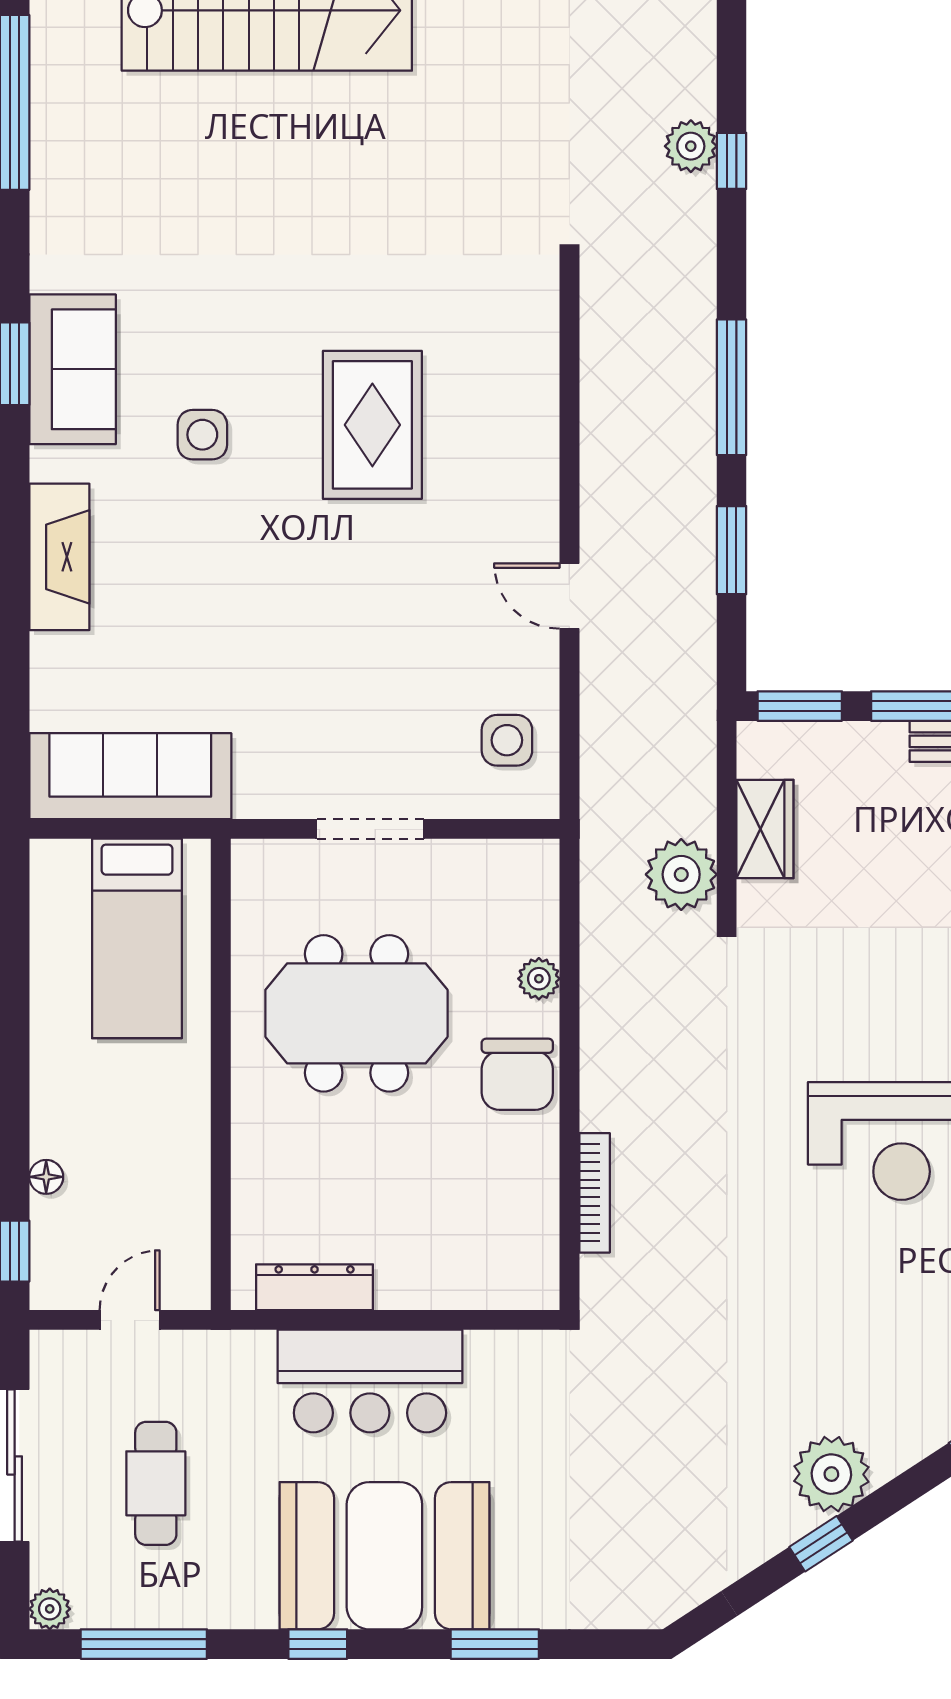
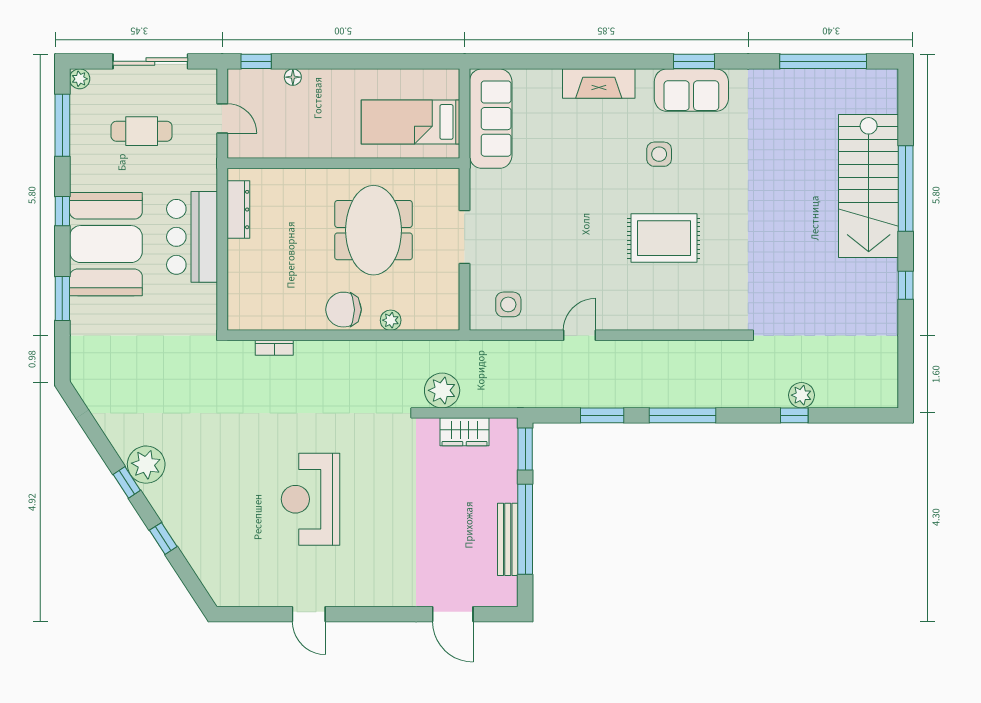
bookcase: (595, 1193) -> (274, 348), width x0.64
window: (821, 1544) -> (127, 482), moved

